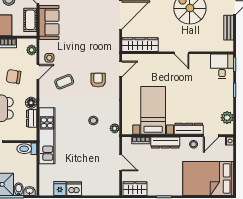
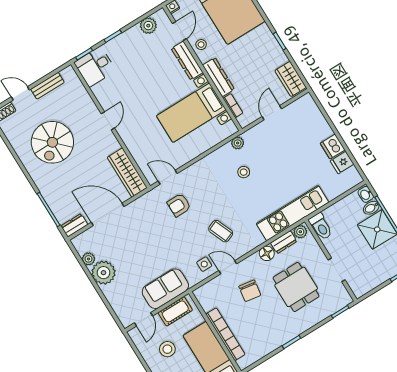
plant: (32, 50) -> (300, 232), moved
armchair: (98, 80) -> (179, 205), moved
door: (211, 136) -> (179, 31), hinge flipped

